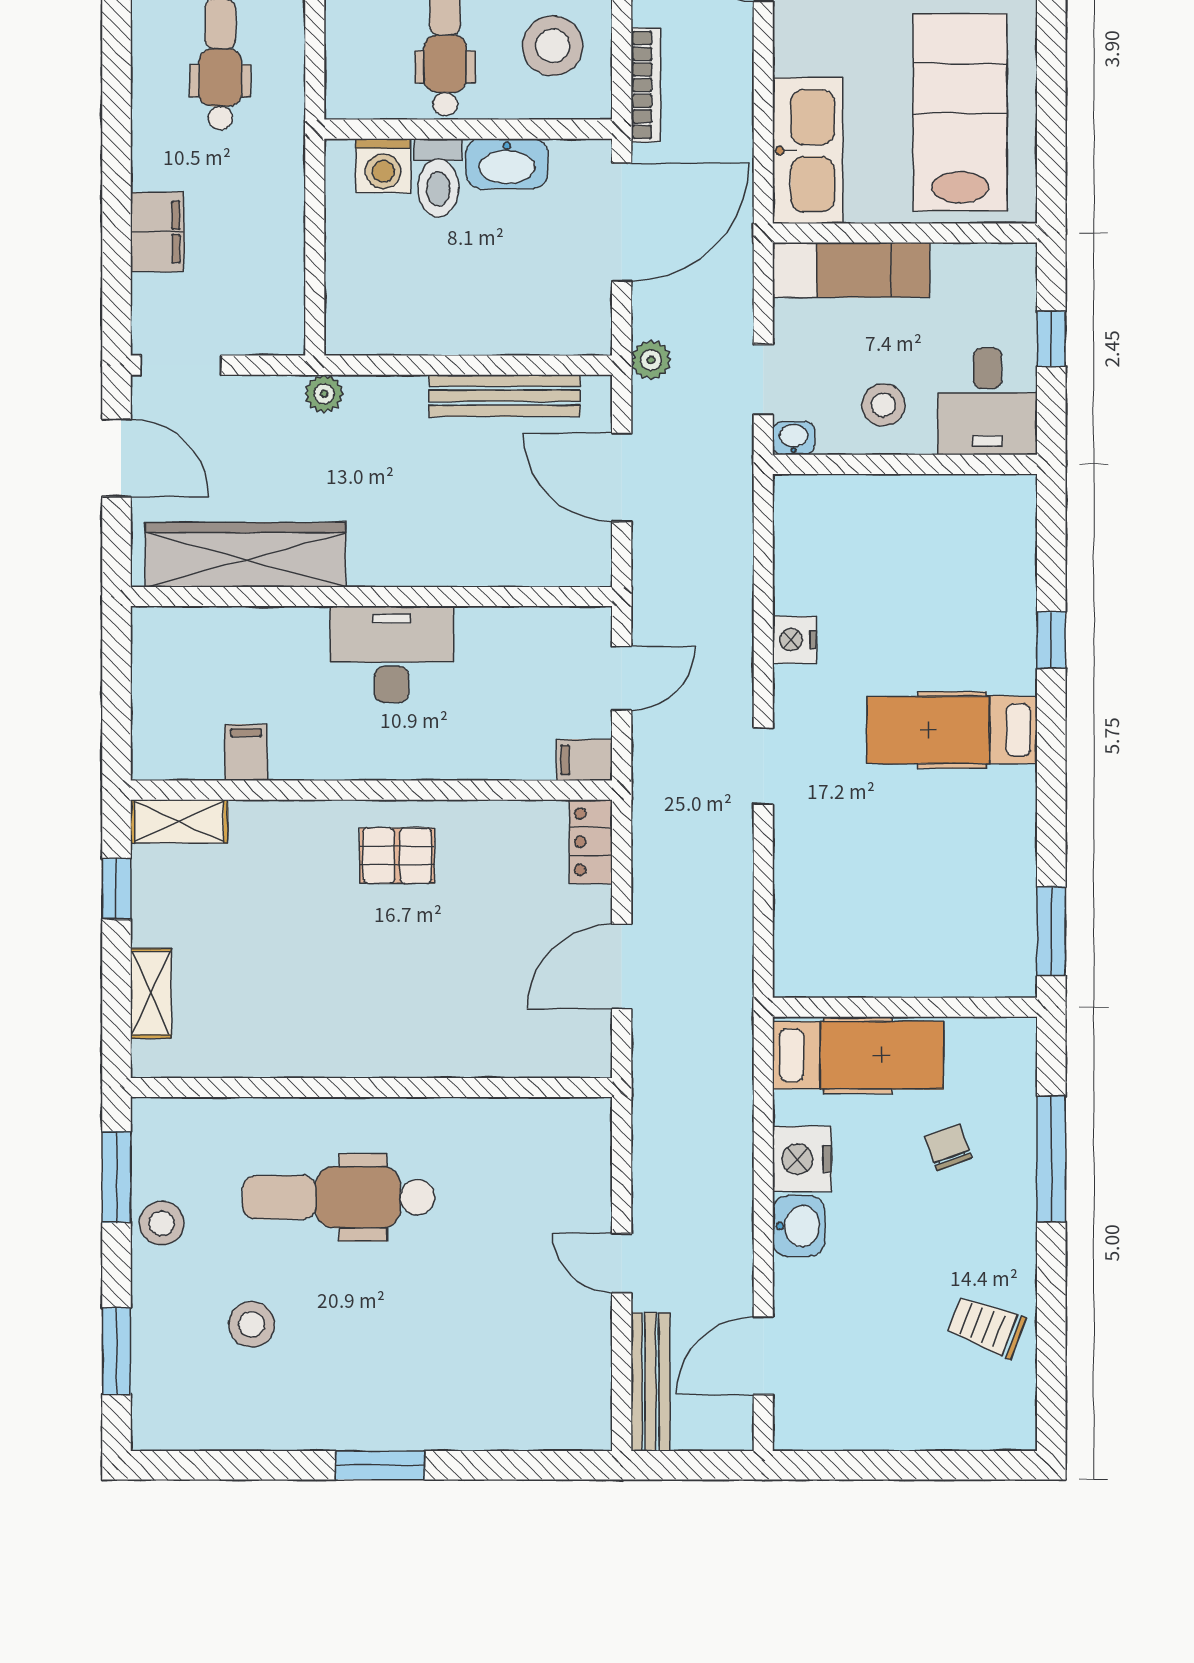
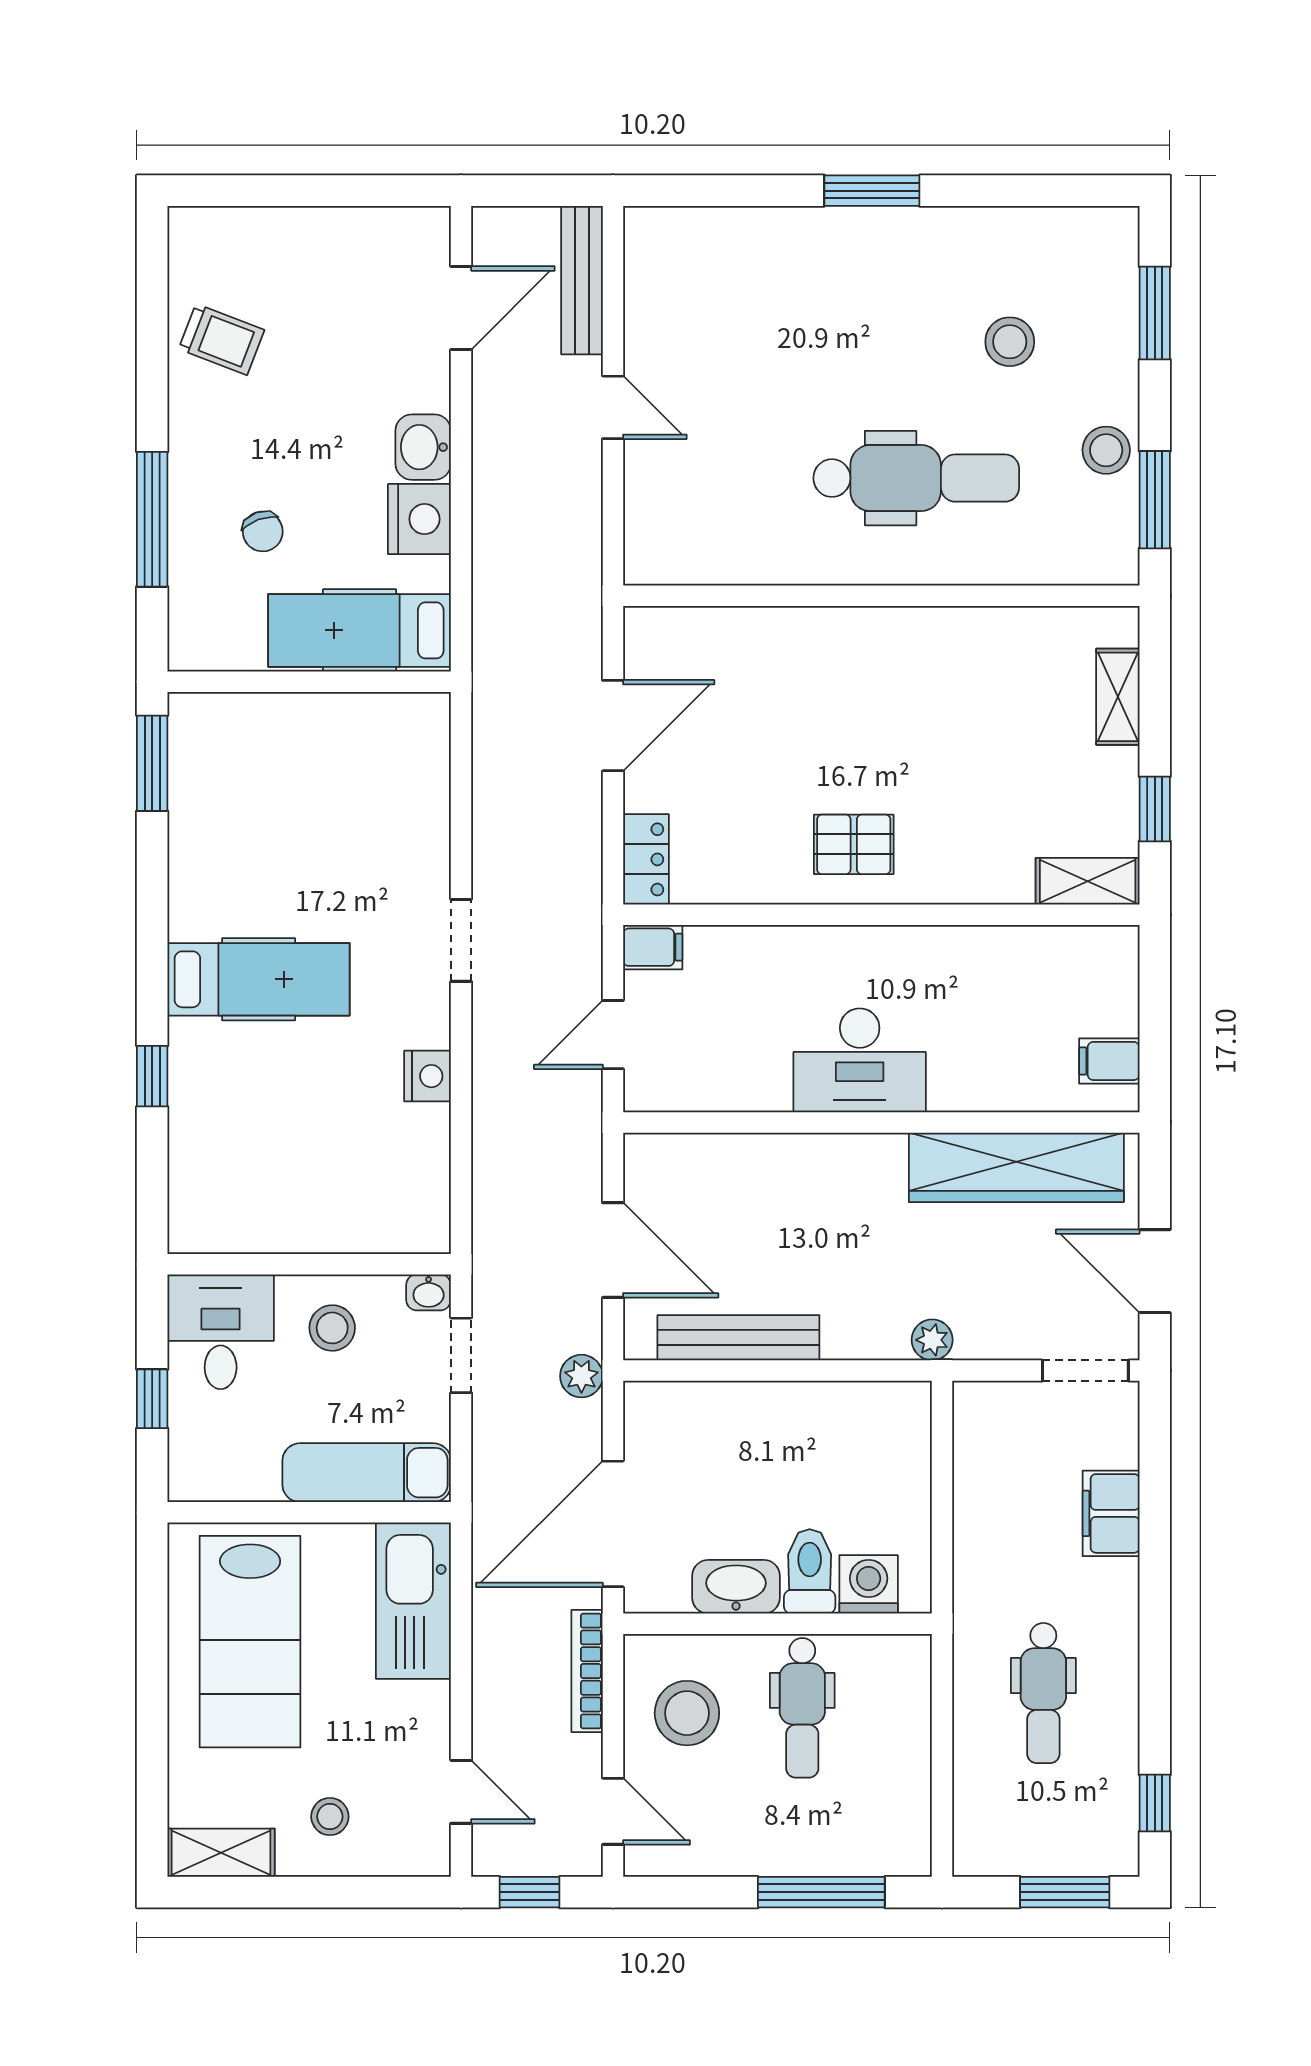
filing cabinet: (246, 752) -> (1109, 1061), moved, turned 90

